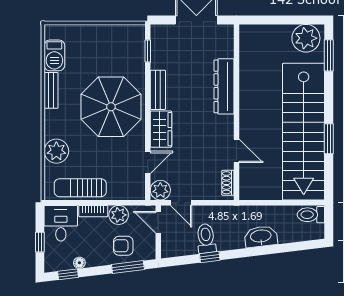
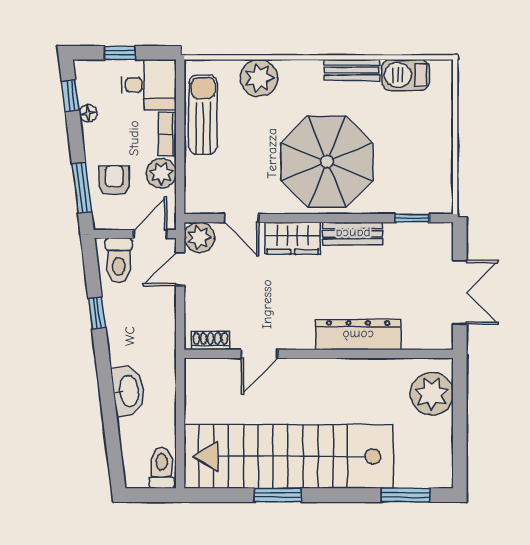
plant: (306, 38) -> (432, 394), moved
toilet: (206, 238) -> (119, 260), moved, turned 97

